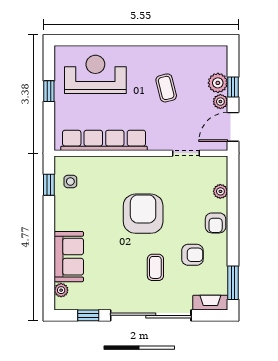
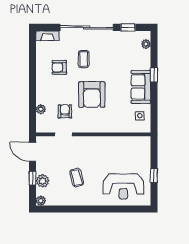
plant: (220, 102) -> (41, 201), moved
door: (233, 127) -> (33, 152), swing flipped
row of seats: (104, 140) -> (118, 143), removed
window: (49, 185) -> (154, 75), moved
armchair: (216, 223) -> (65, 111), moved
sofa: (69, 257) -> (141, 87), moved
window: (233, 283) -> (33, 49), removed

